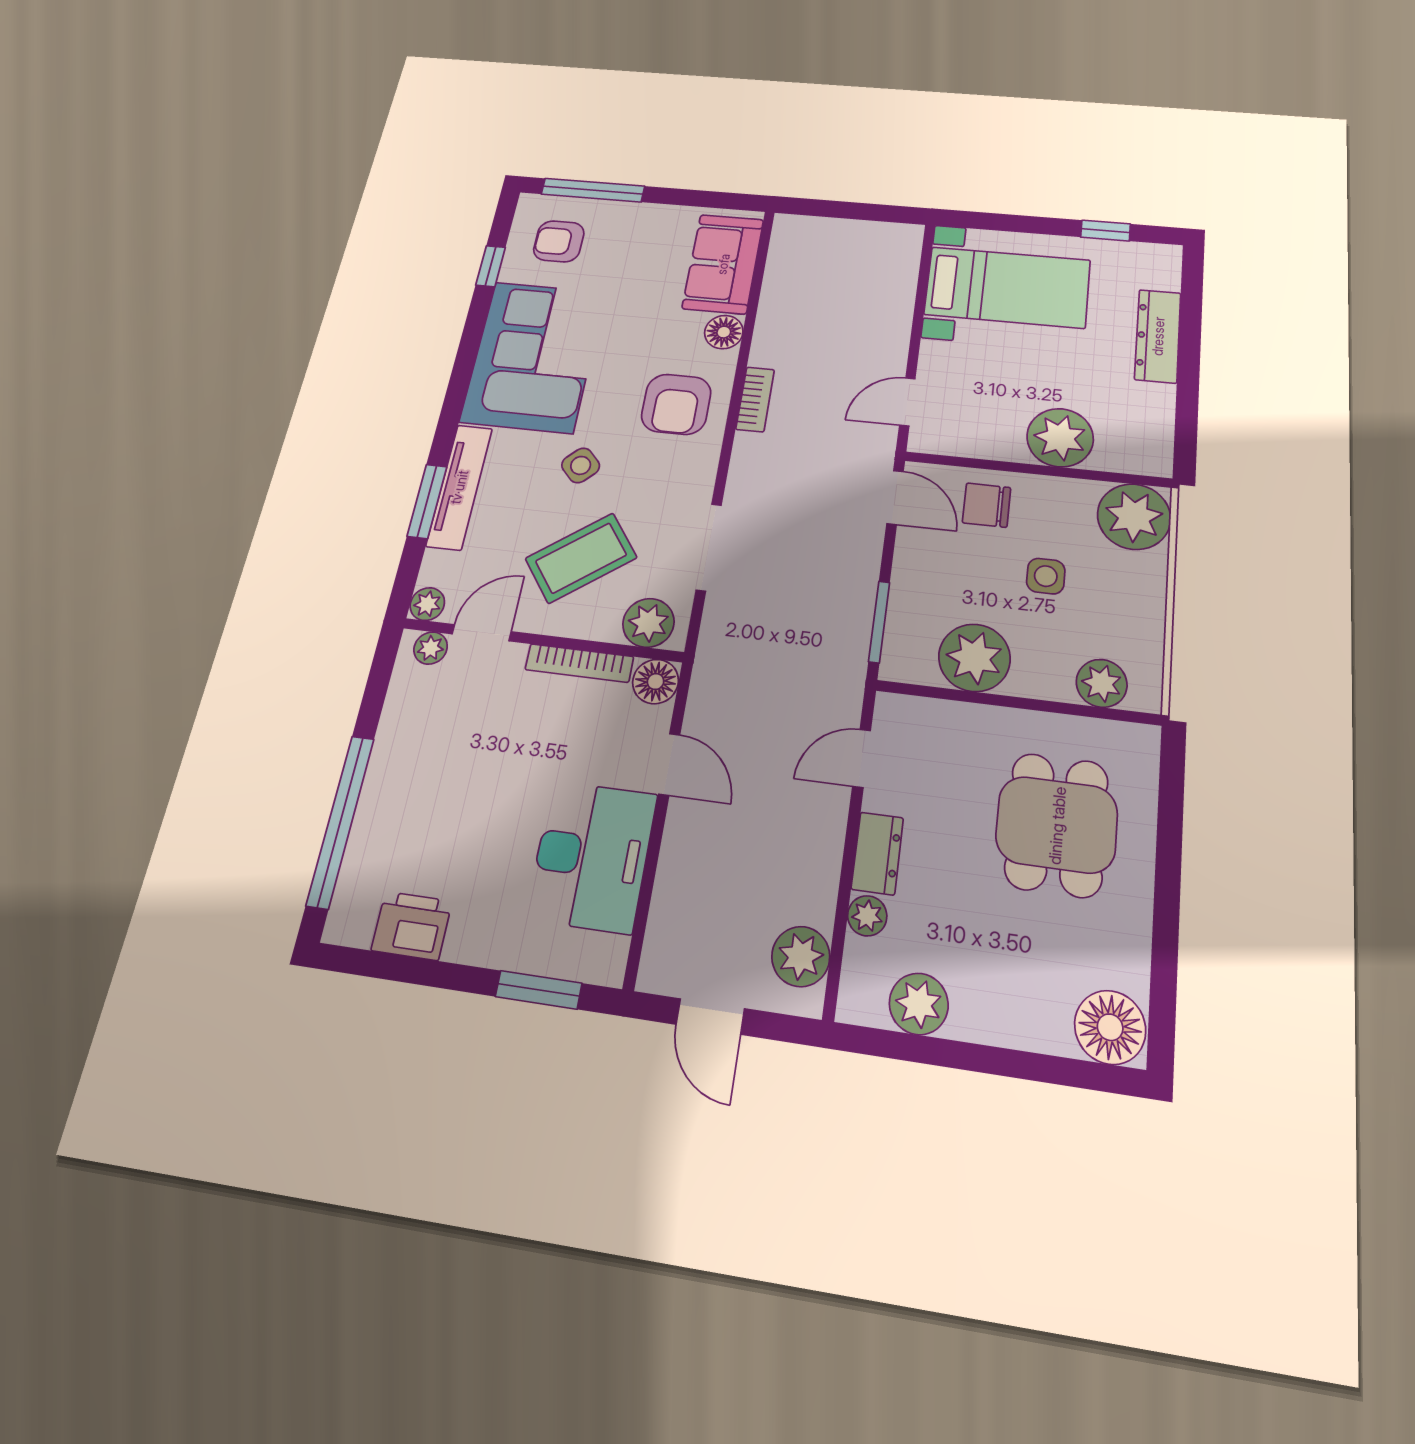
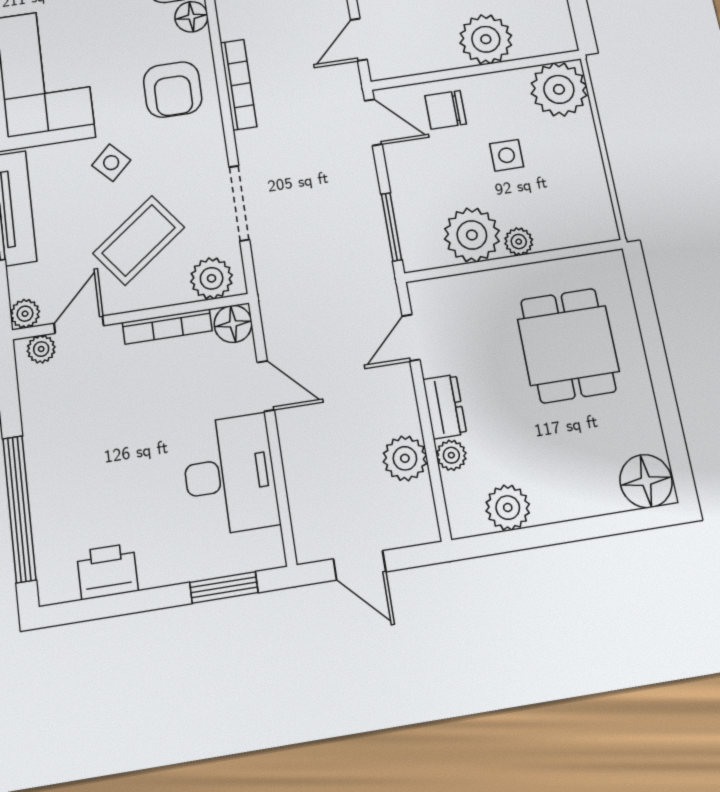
bookcase: (755, 399) -> (238, 85), width x1.56
plant: (1102, 683) -> (519, 242), moved, width x0.73, depth x0.73
plant: (801, 956) -> (405, 458), moved

